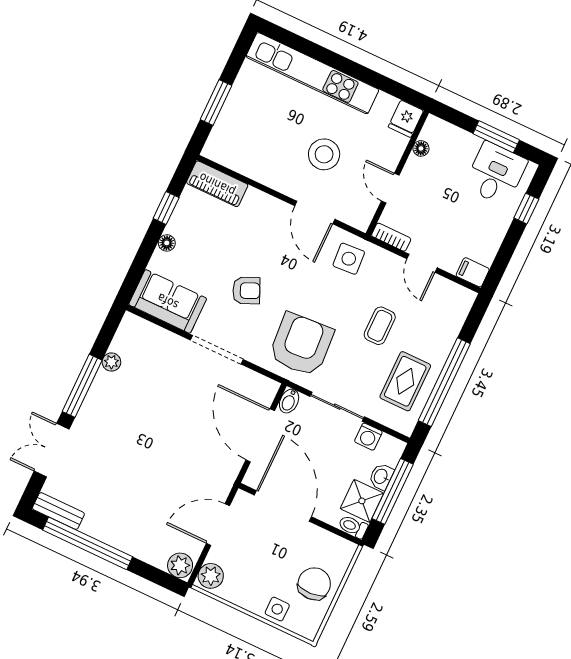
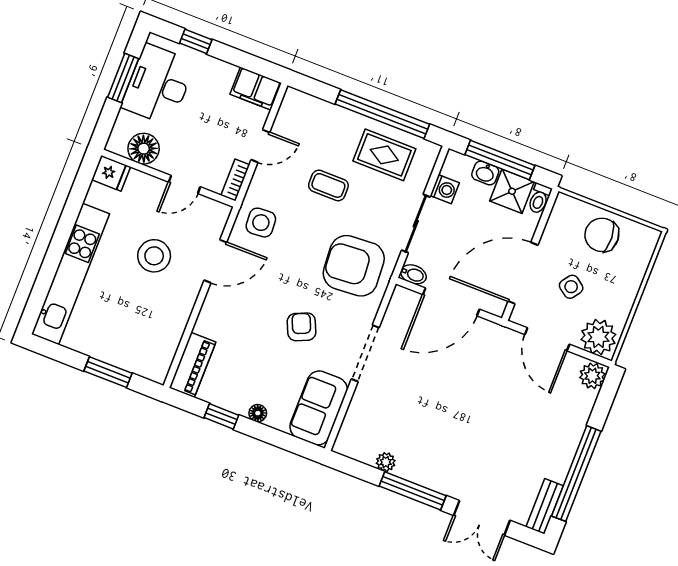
floor lamp: (421, 148) -> (144, 149), width x1.89, depth x1.89
desk: (496, 174) -> (158, 85), width x1.37
filing cabinet: (473, 272) -> (256, 89), width x2.00
plant: (211, 576) -> (598, 337), width x1.36, depth x1.36
side table: (277, 609) -> (571, 287), moved, turned 36

